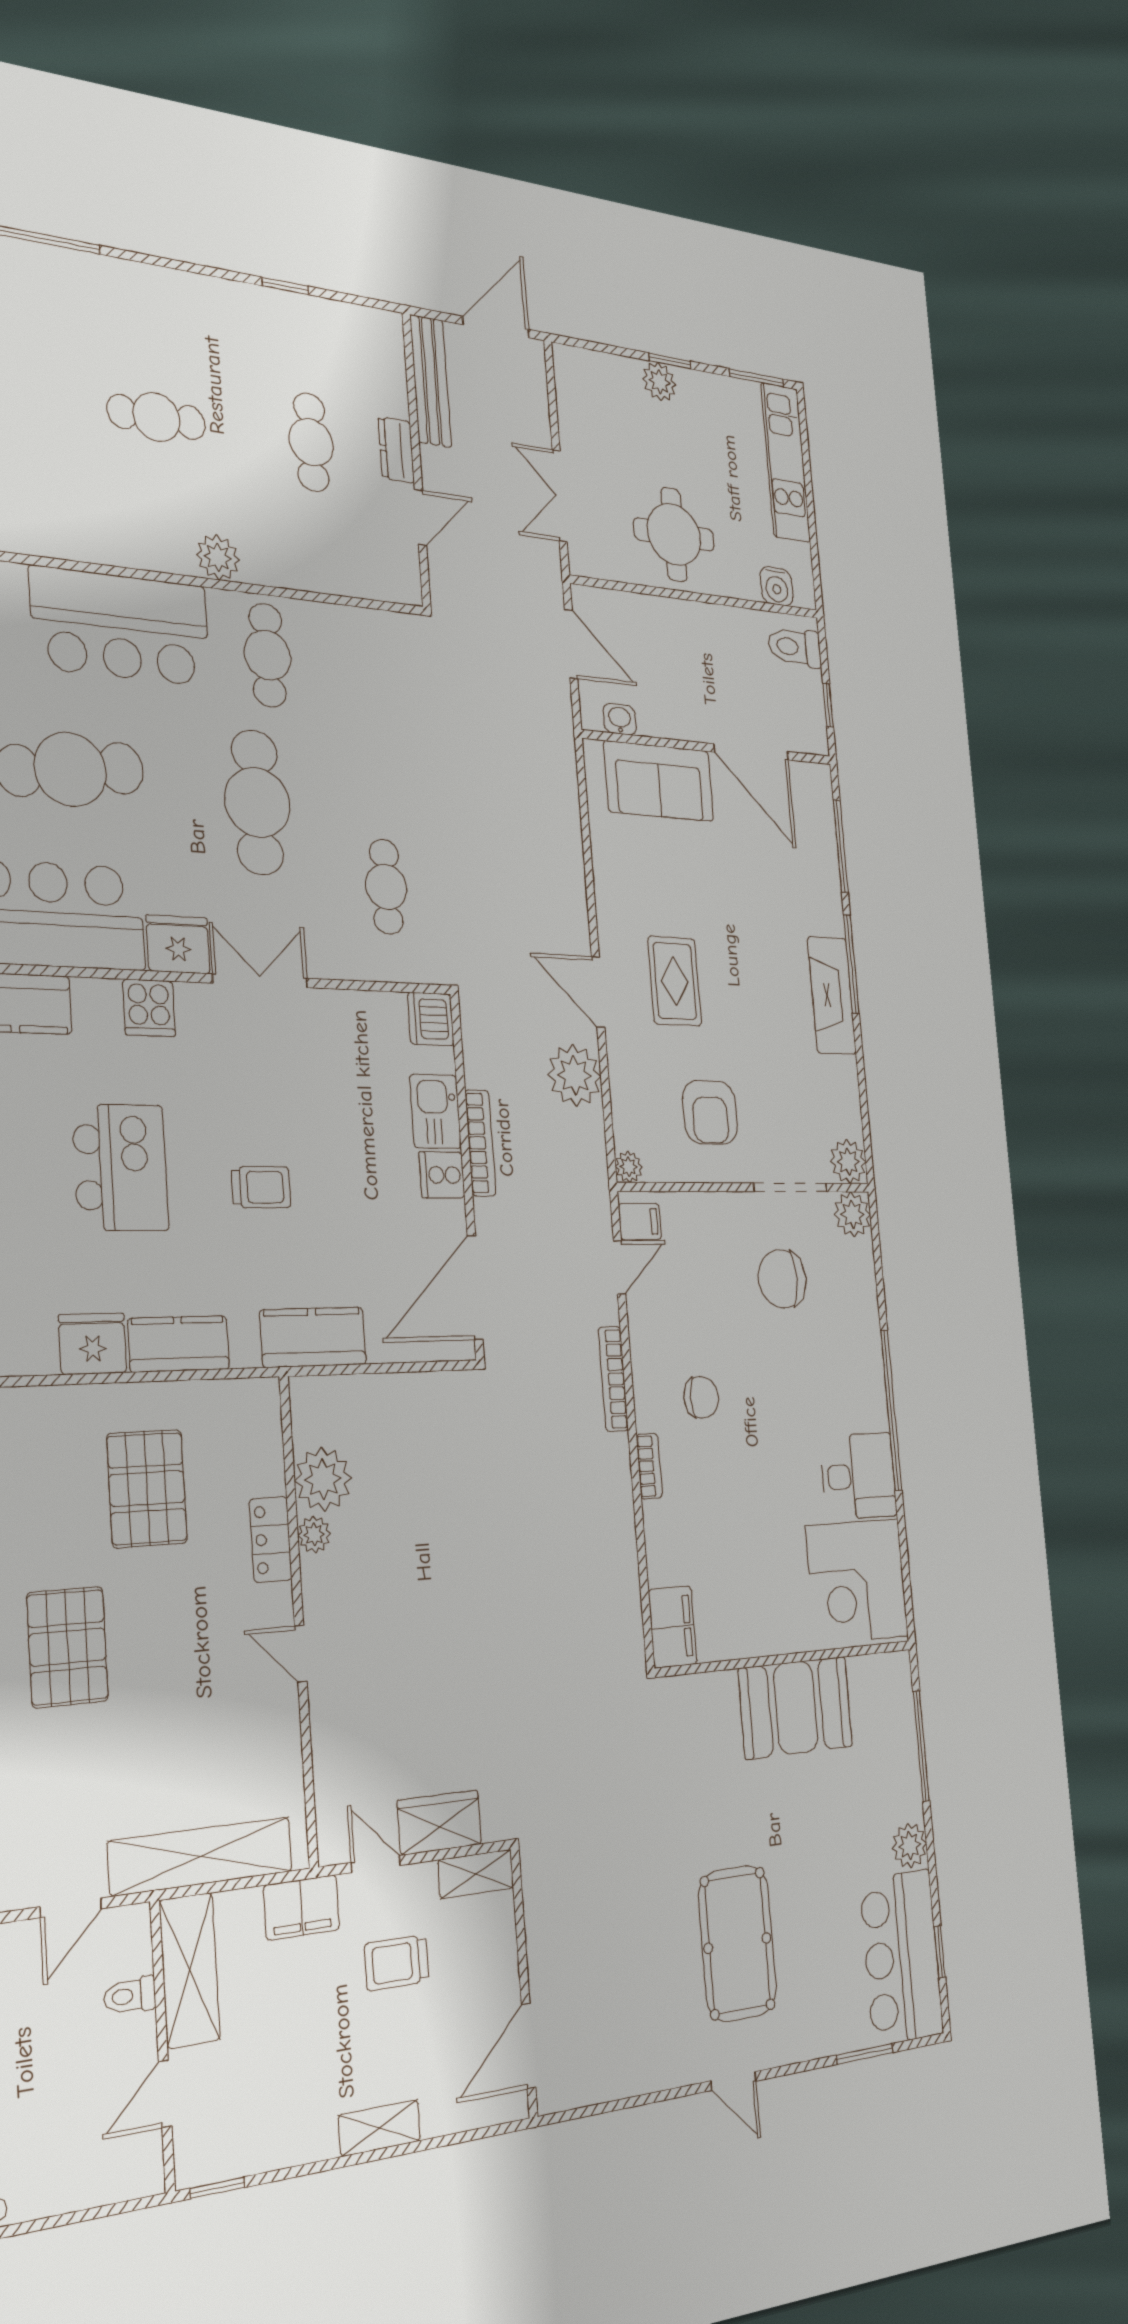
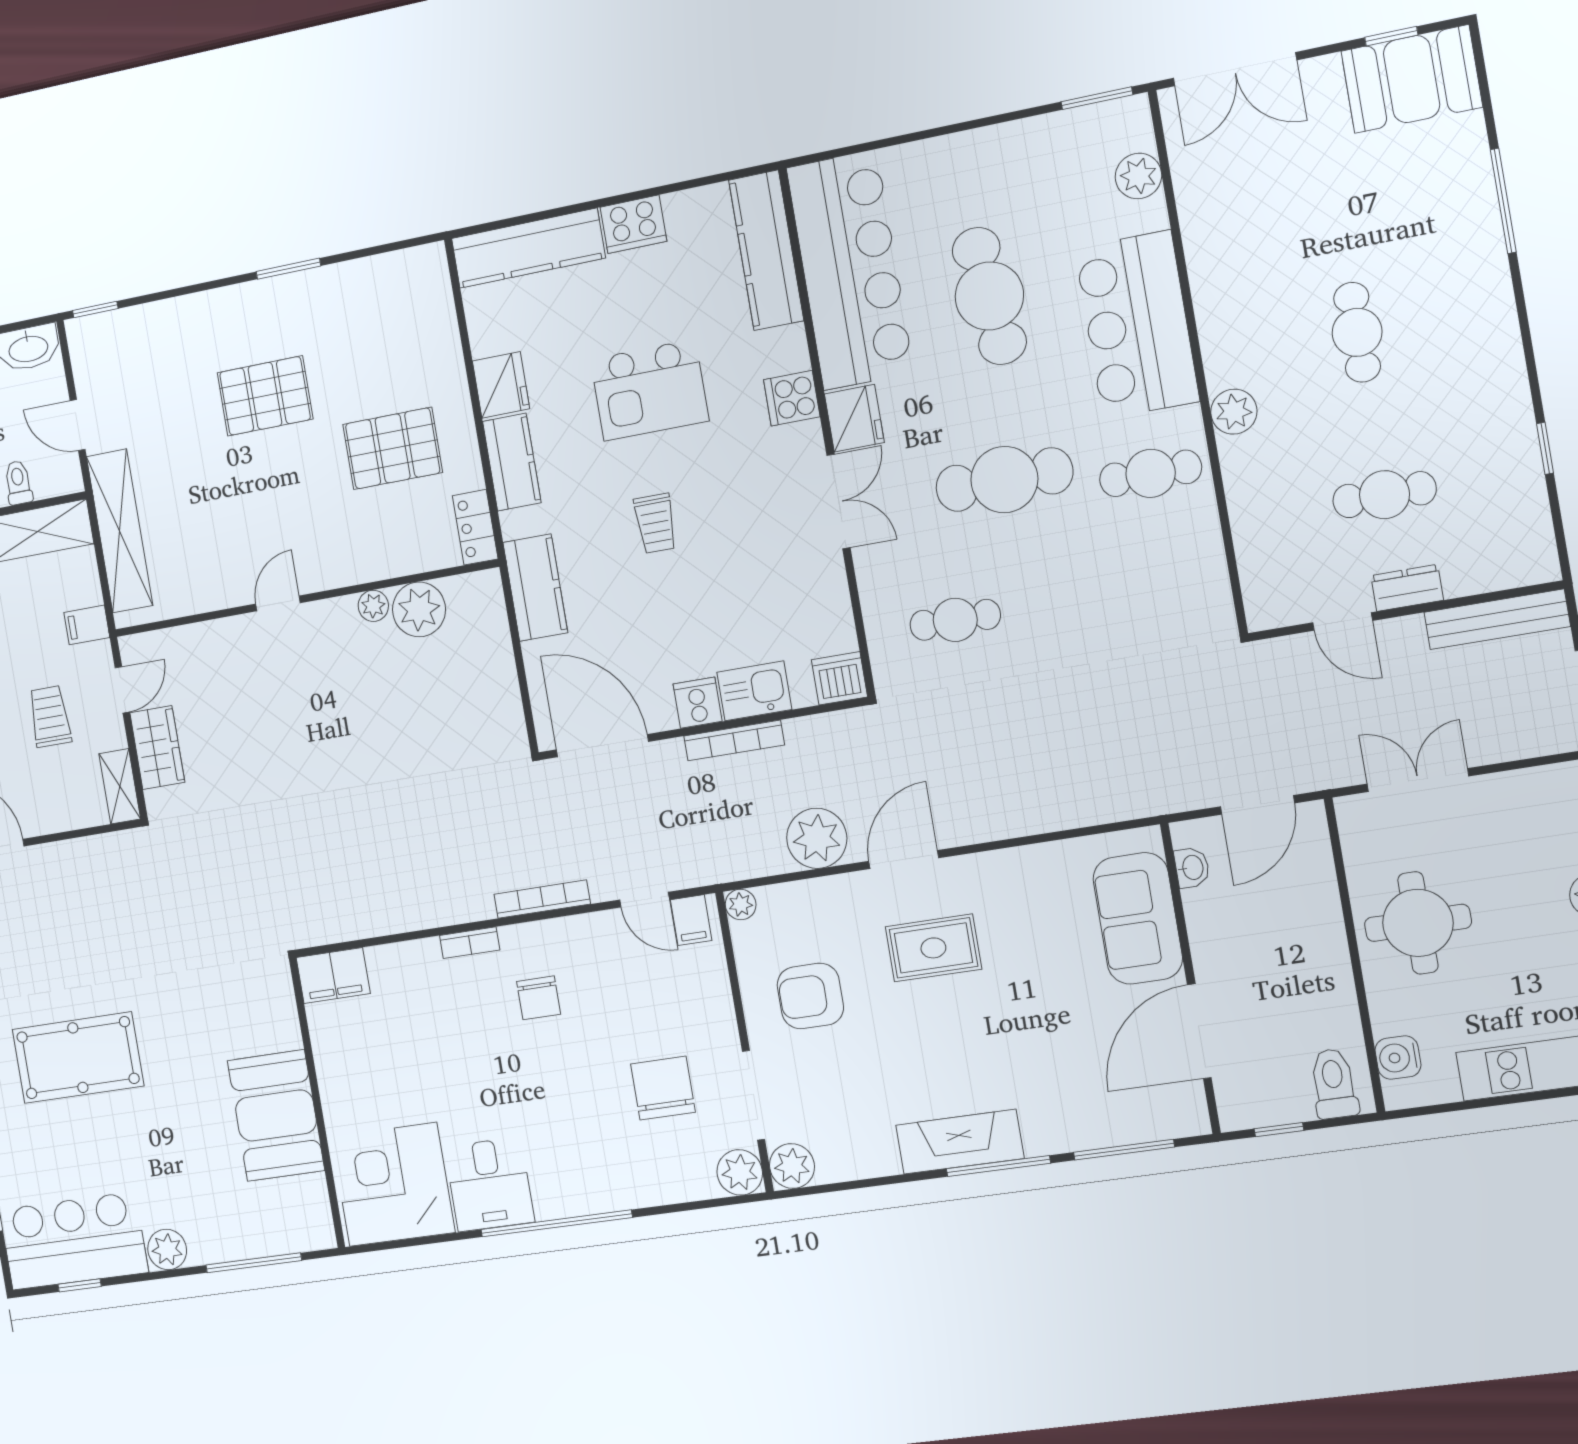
locker: (271, 1539) -> (475, 527), moved, turned -90
filing cabinet: (302, 1907) -> (87, 625), width x0.50

